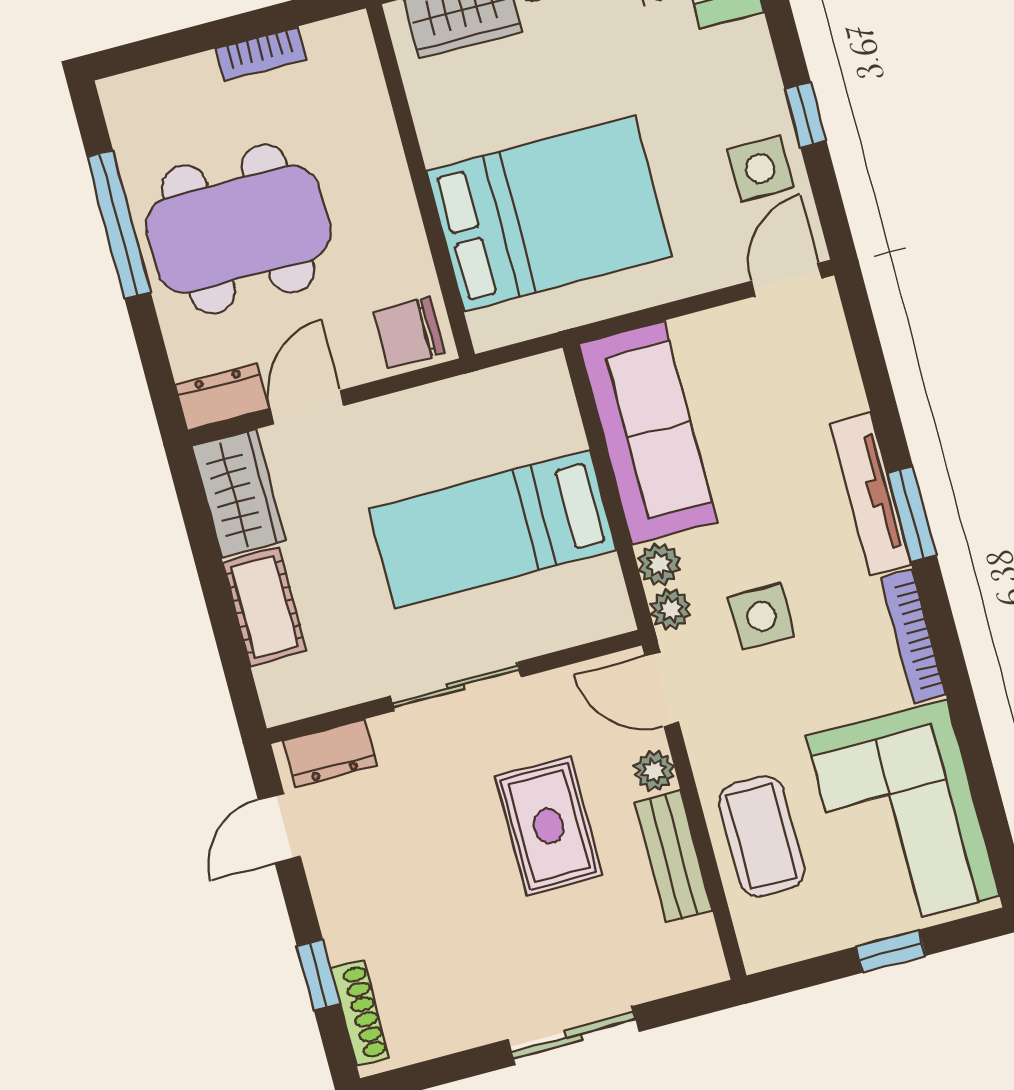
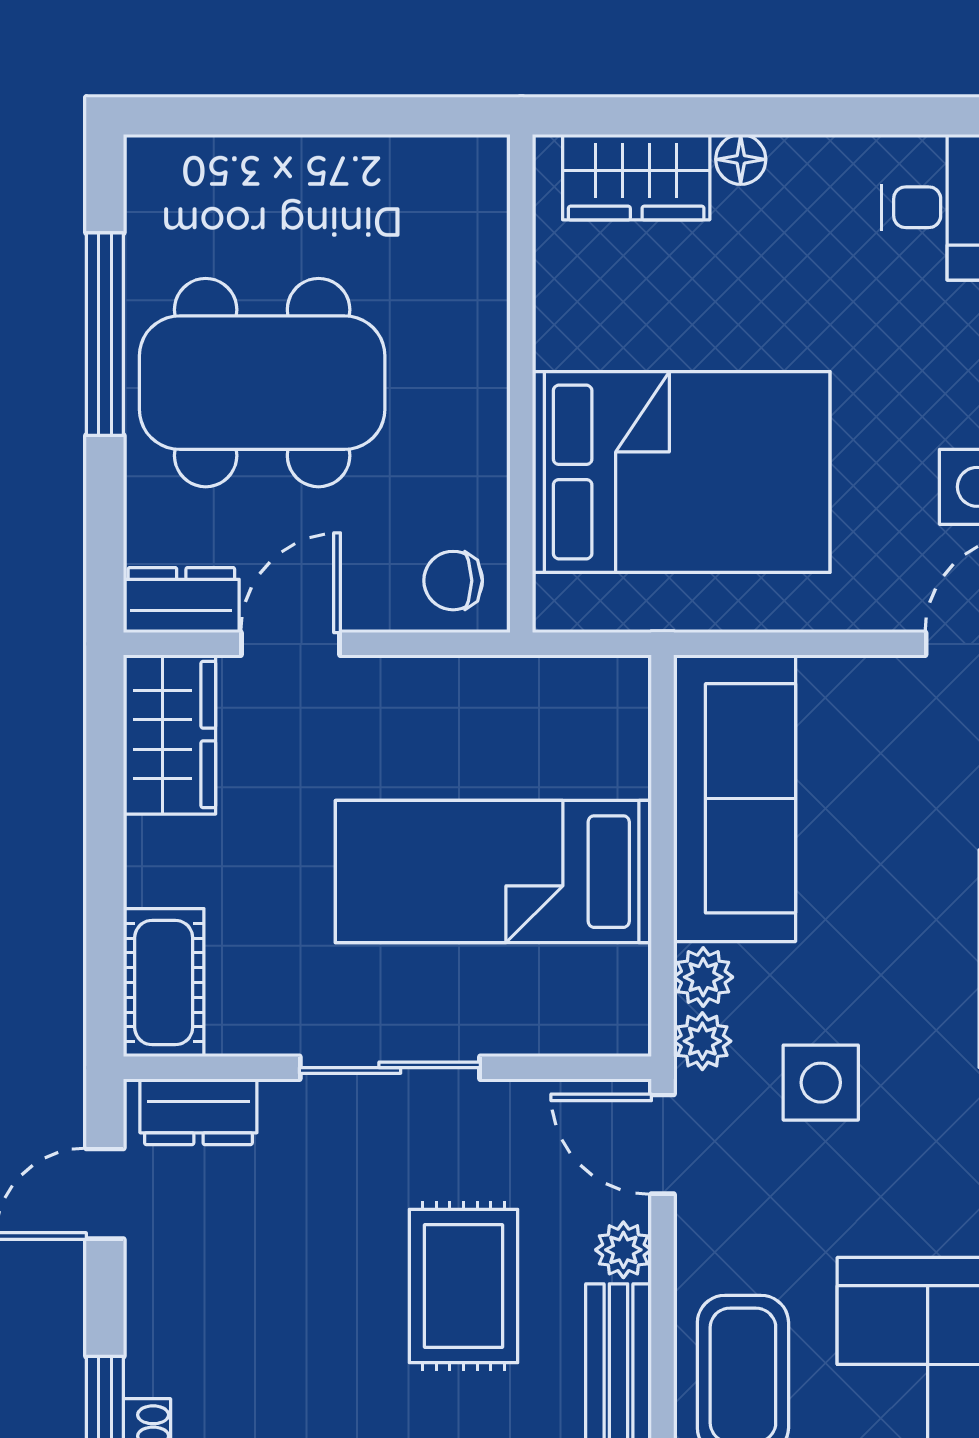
bookcase: (261, 54) -> (354, 158), removed
chair: (409, 332) -> (453, 581), width x0.73, depth x0.73
cot: (265, 607) -> (164, 983), moved

